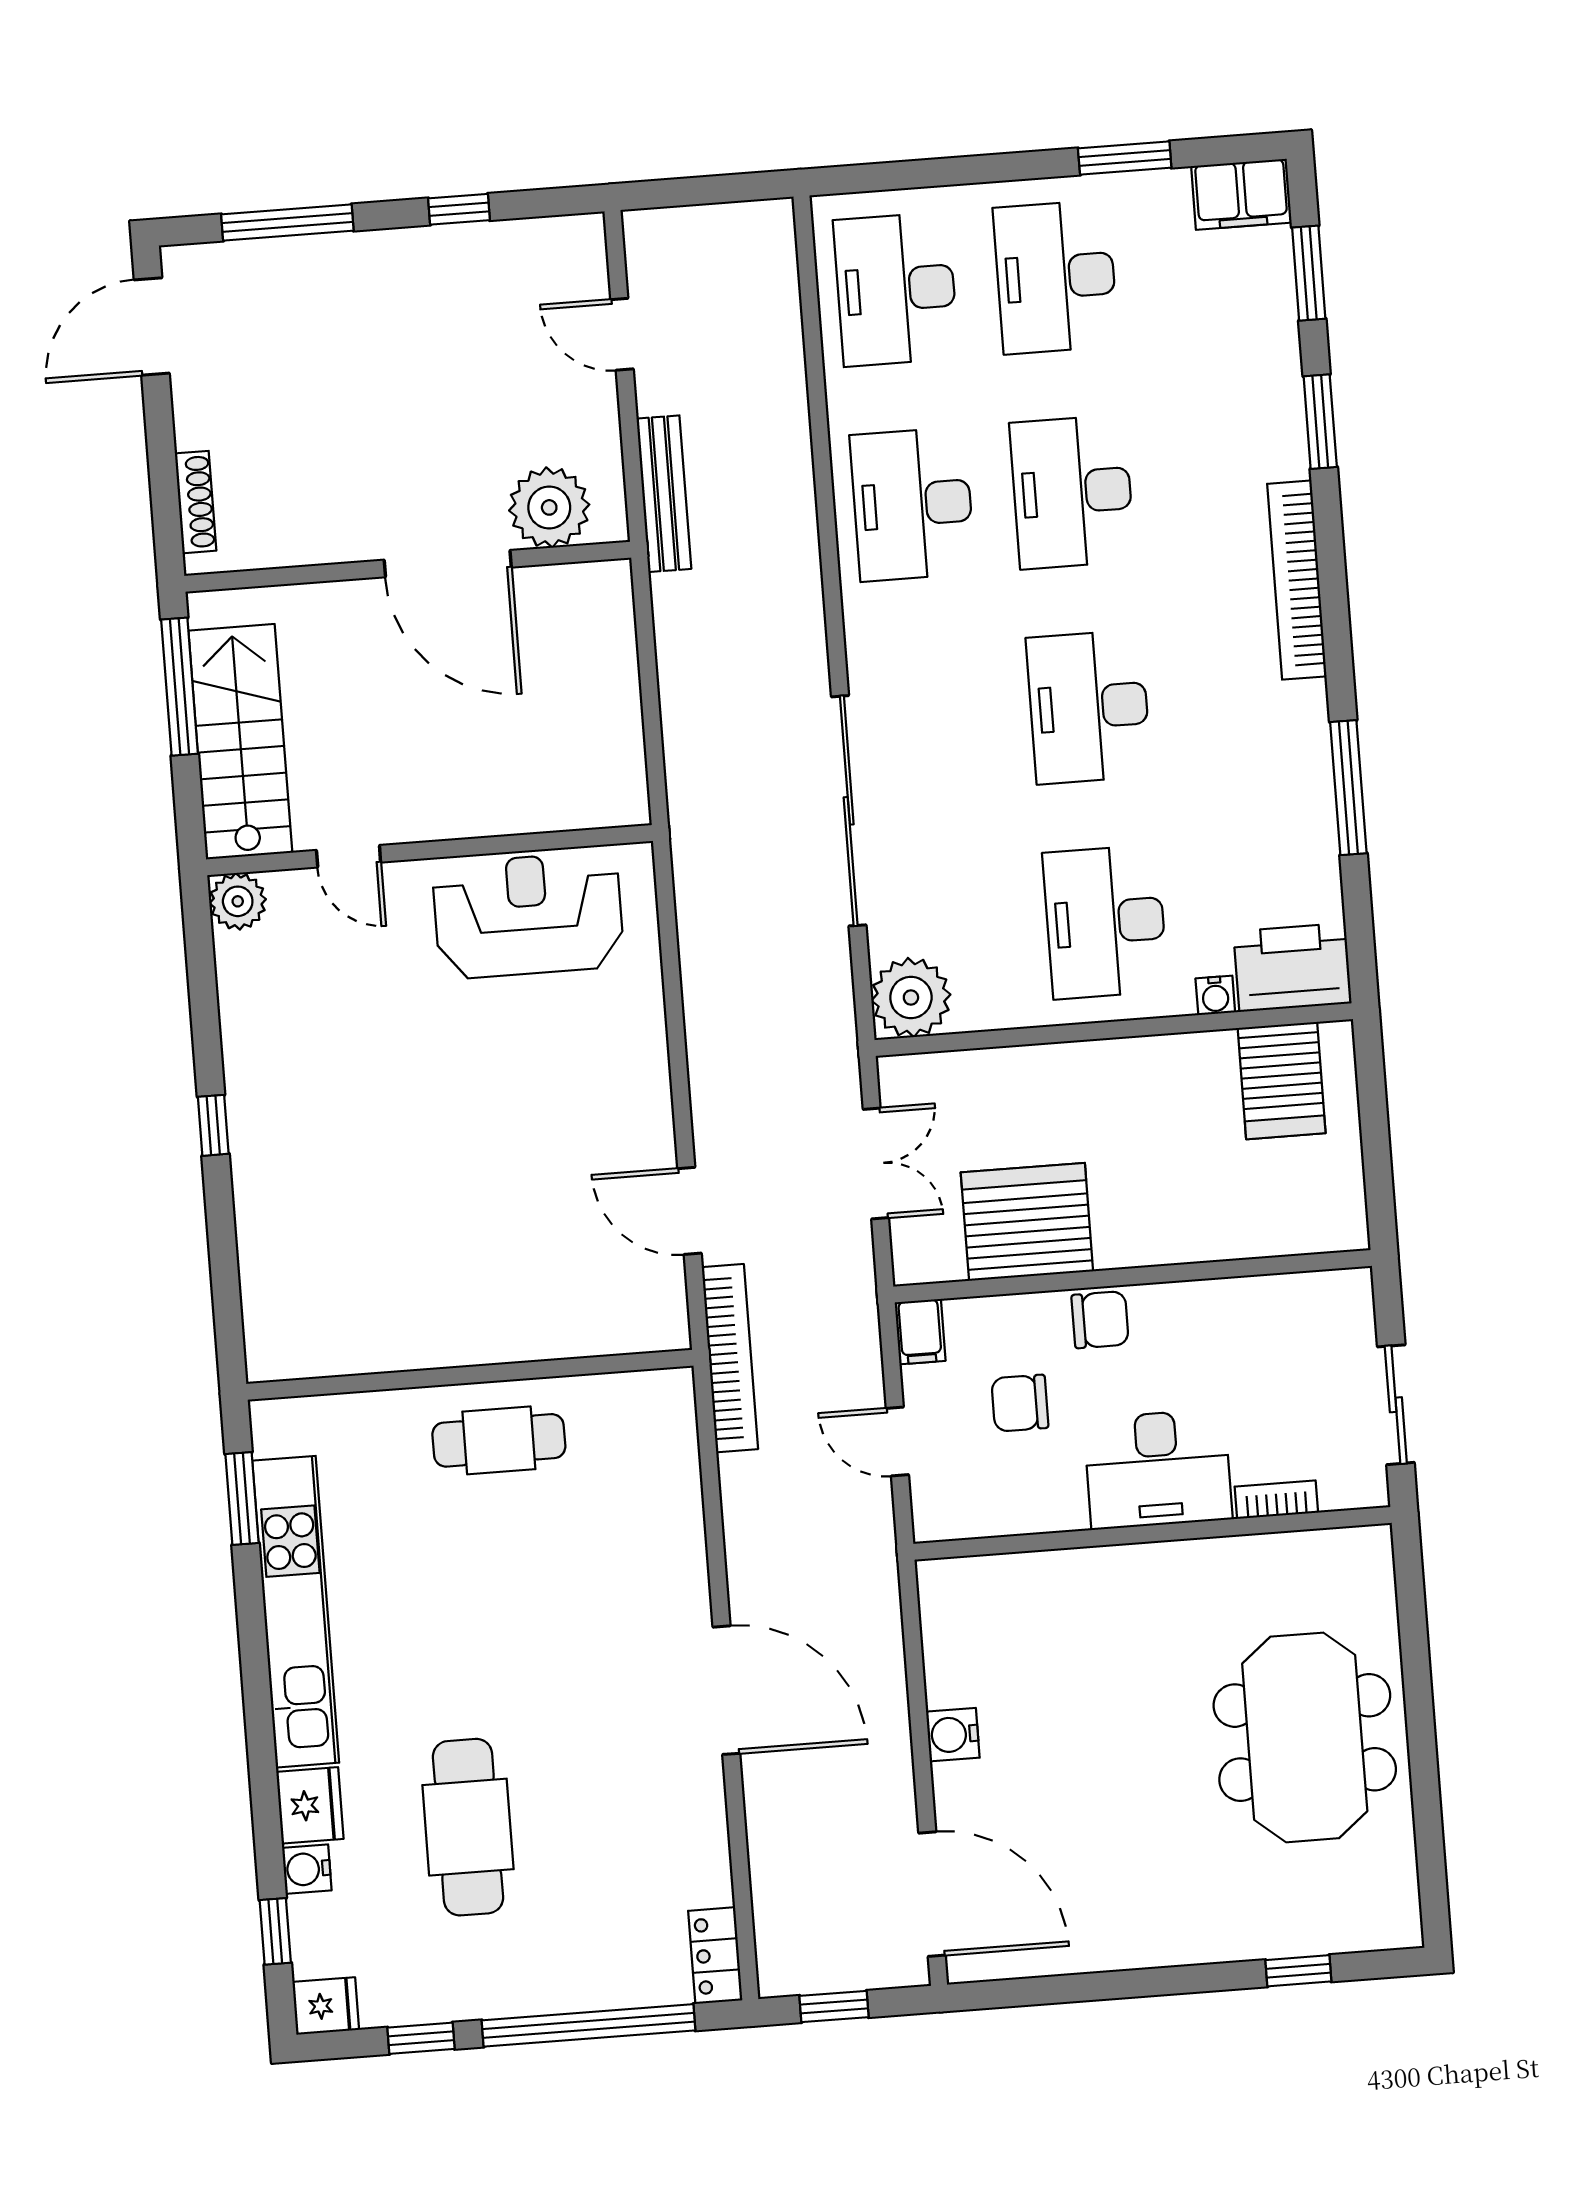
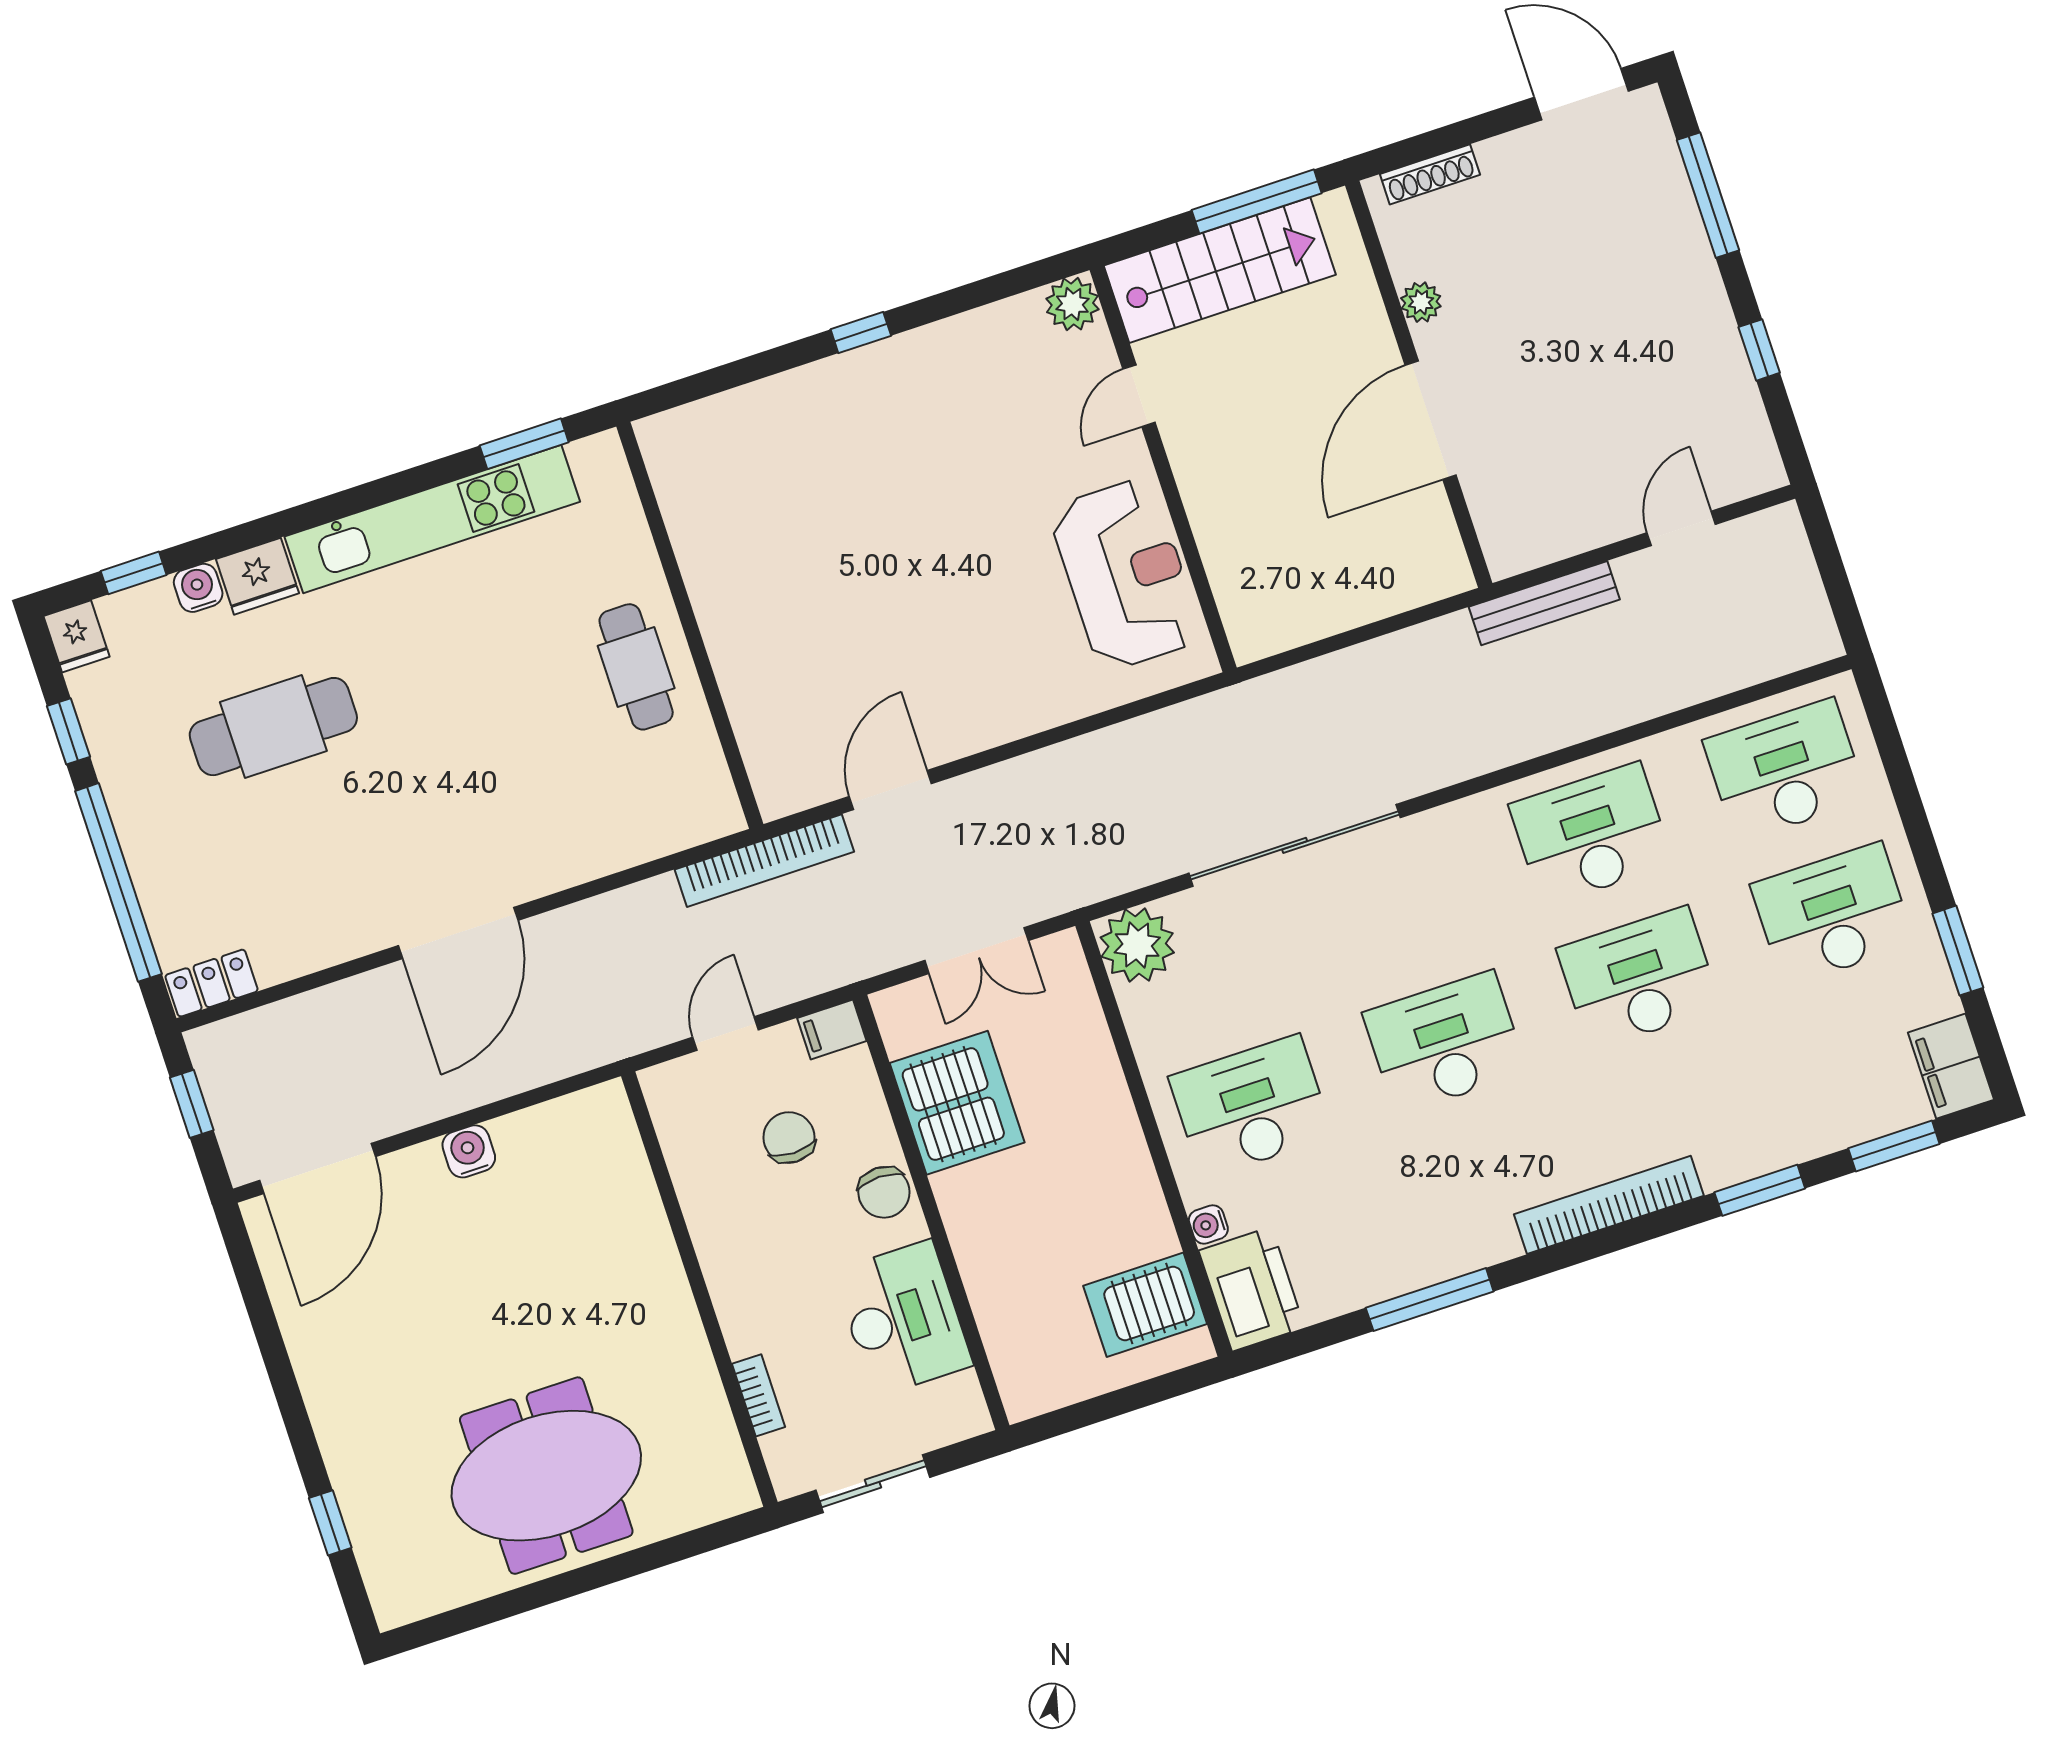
plant: (549, 507) -> (1421, 302), moved, width x0.53, depth x0.53
desk: (1158, 1469) -> (903, 1318), moved, turned 180

